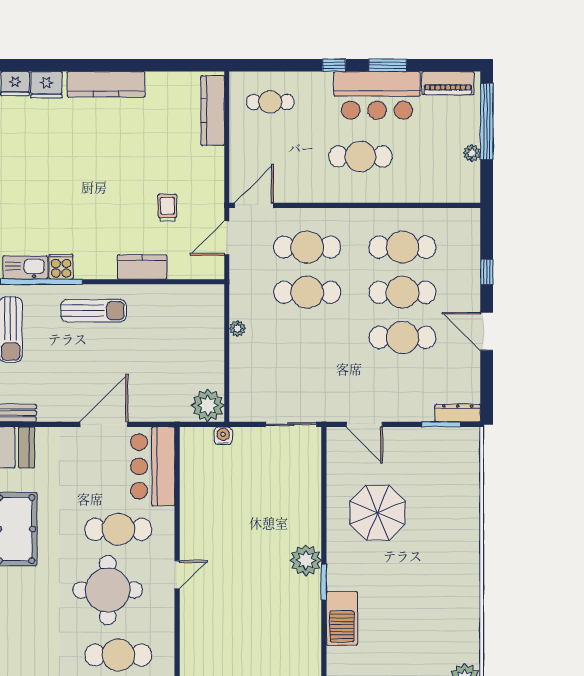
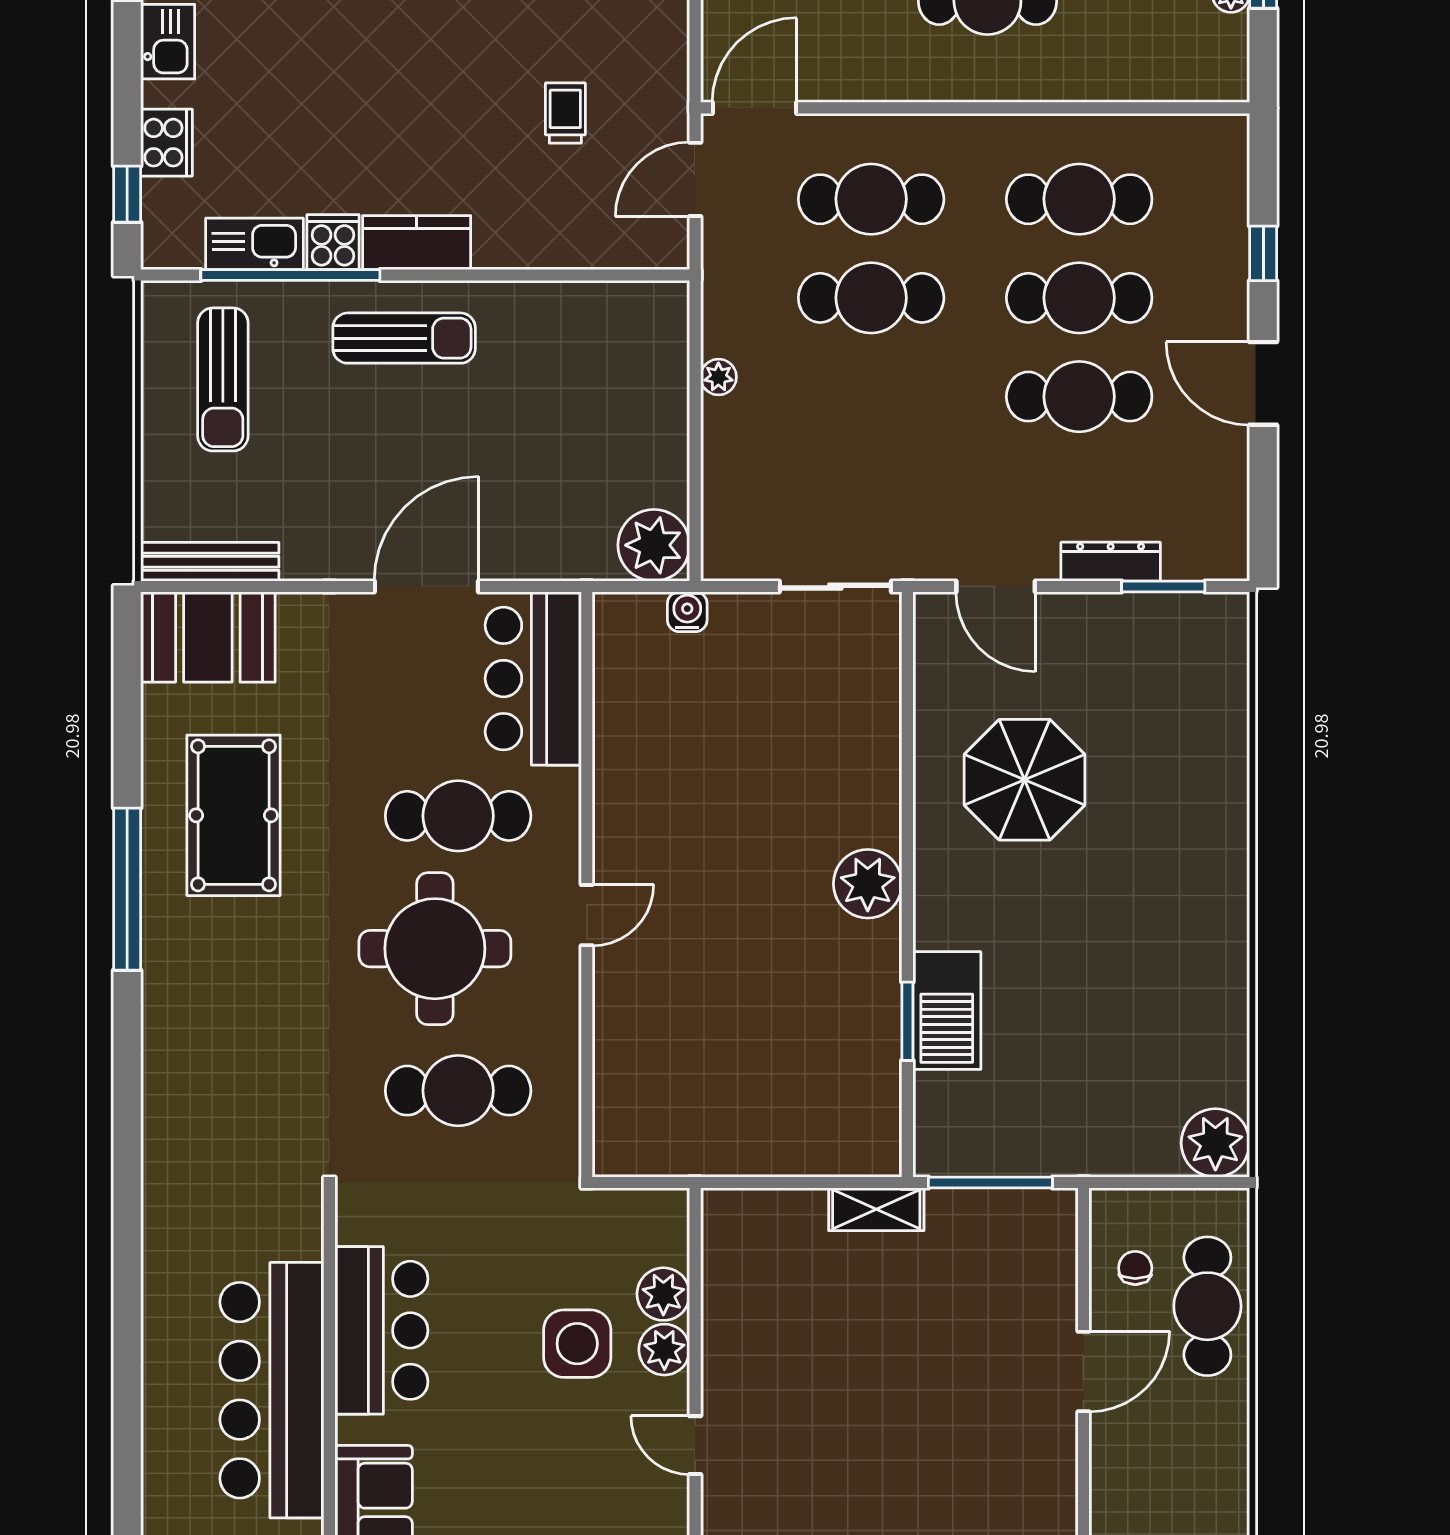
kitchen counter: (142, 267) -> (417, 243), moved
dresser: (458, 413) -> (1111, 562), moved
window: (324, 582) -> (907, 1021), moved

